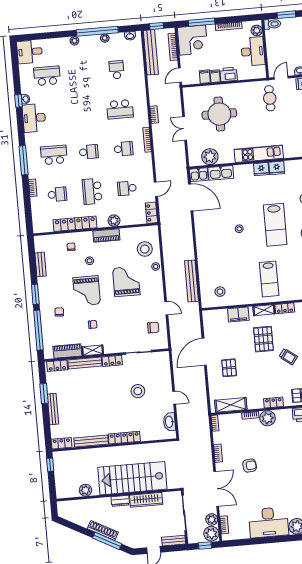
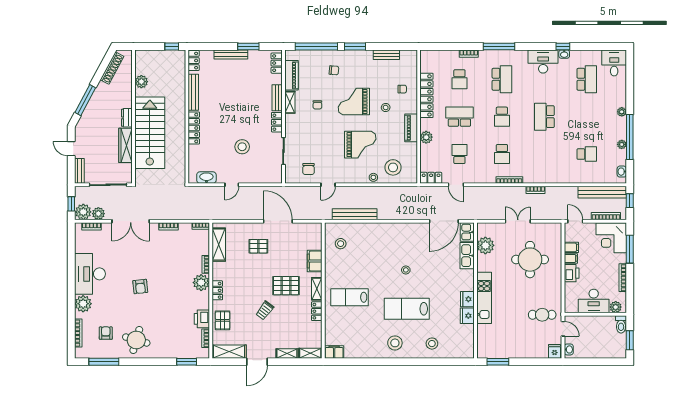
school desk: (120, 109) -> (544, 117), moved
bench: (85, 363) -> (277, 98), width x0.73
armchair: (250, 466) -> (140, 287), moved
shoe rack: (103, 530) -> (112, 68), moved

